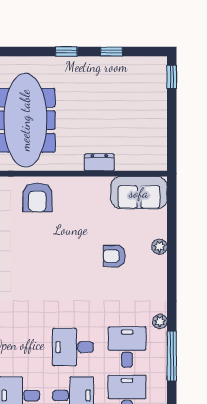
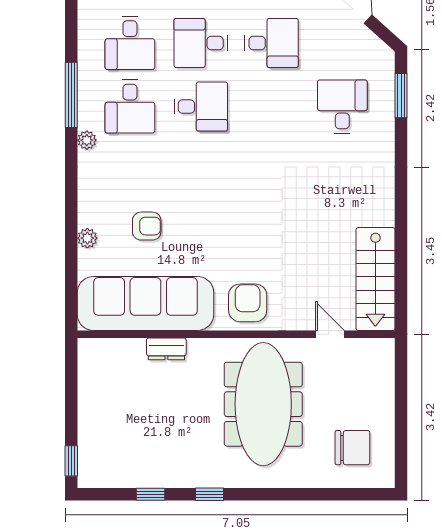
sofa: (139, 193) -> (145, 303), width x1.85, depth x1.27

